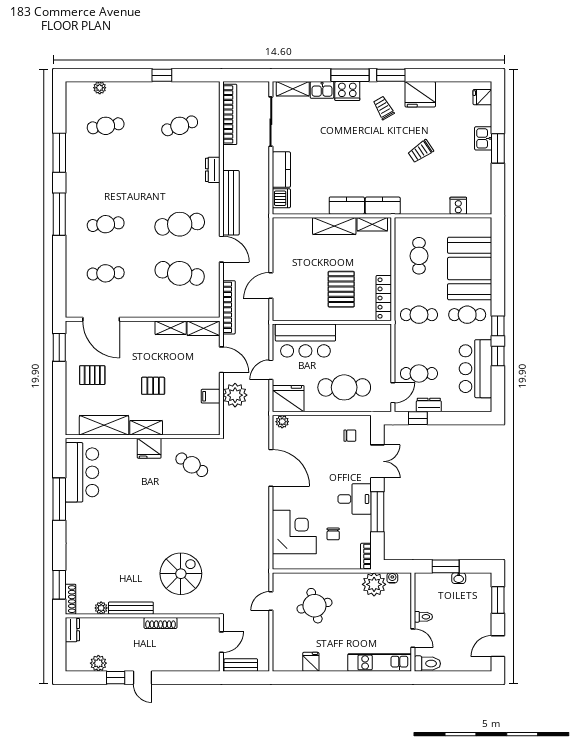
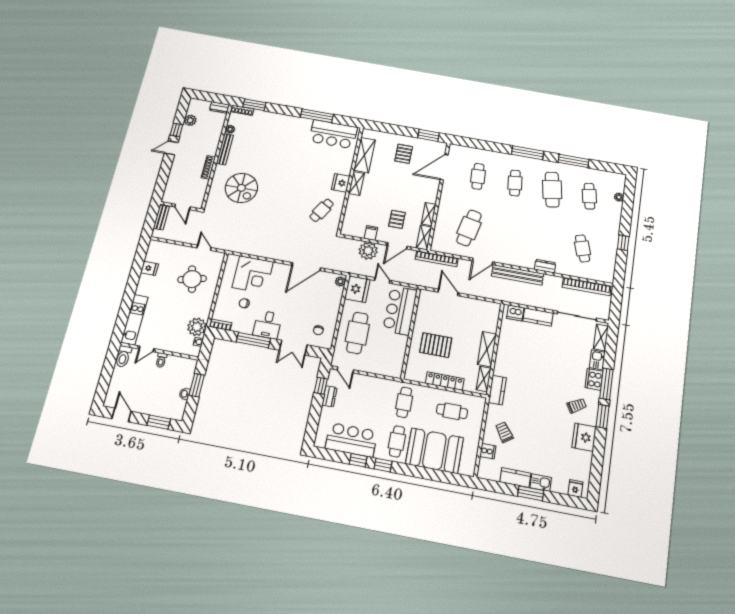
trolley: (421, 151) -> (504, 432), moved
kitchen counter: (347, 206) -> (515, 478), moved, turned -90
cafe table: (180, 224) -> (552, 190), moved
locker: (384, 298) -> (445, 381), moved
cafe table: (419, 374) -> (357, 393), removed
pallet: (153, 386) -> (397, 219), moved

